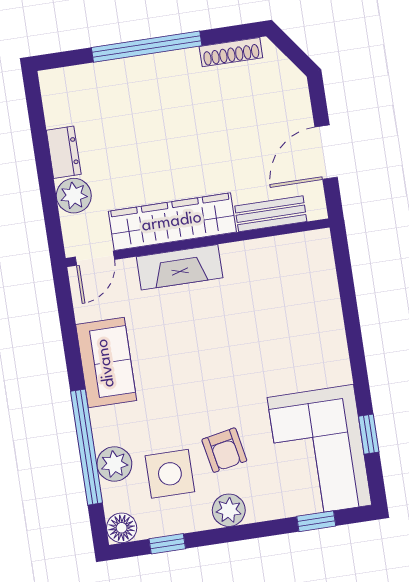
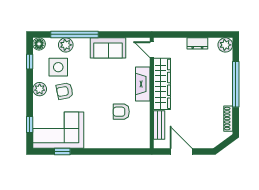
plant: (74, 196) -> (225, 45), moved
armchair: (253, 308) -> (121, 112), added

